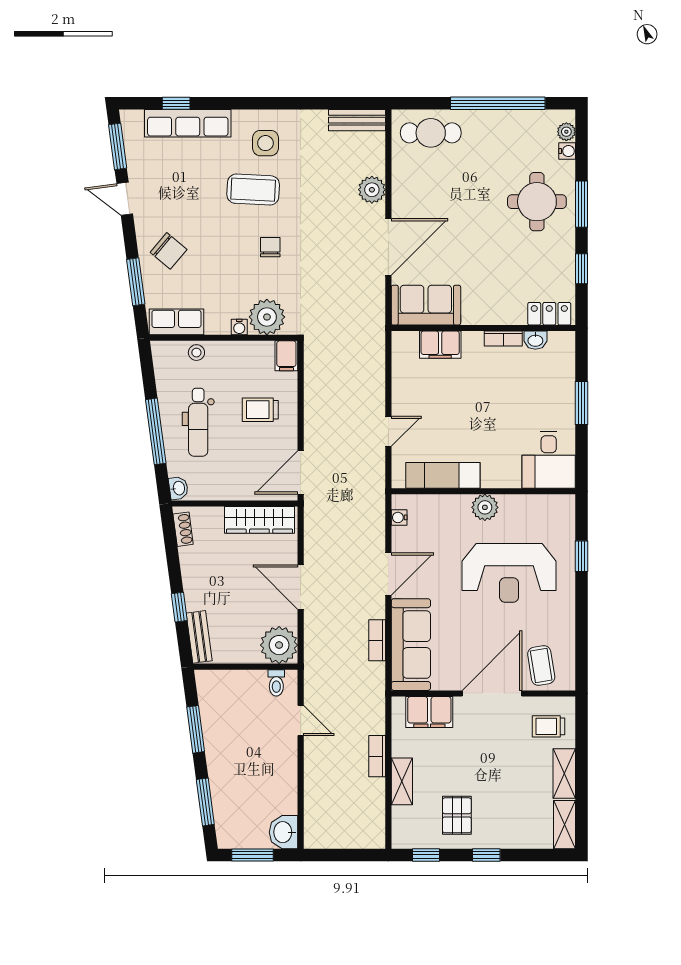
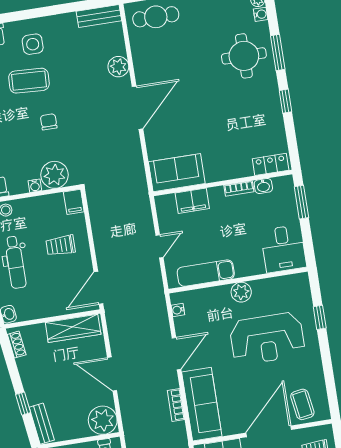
sofa: (426, 305) -> (177, 173), moved
locker: (549, 314) -> (271, 164), moved
wall: (483, 328) -> (223, 183), moved
bookcase: (503, 338) -> (239, 189), moved
washbasin: (535, 340) -> (263, 186), moved
filing cabinet: (440, 345) -> (192, 201), moved

